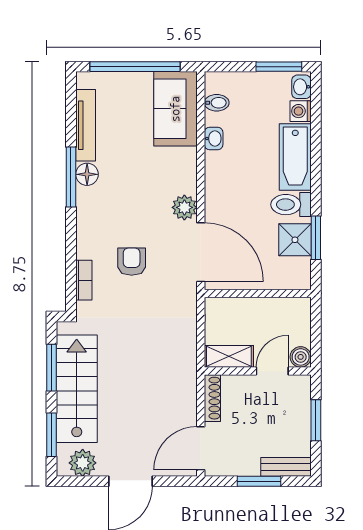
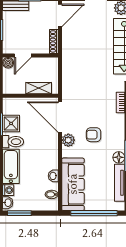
sofa: (175, 109) -> (73, 184), width x1.36
armchair: (132, 262) -> (94, 135), moved, turned 90
shelving: (229, 356) -> (39, 88), moved

